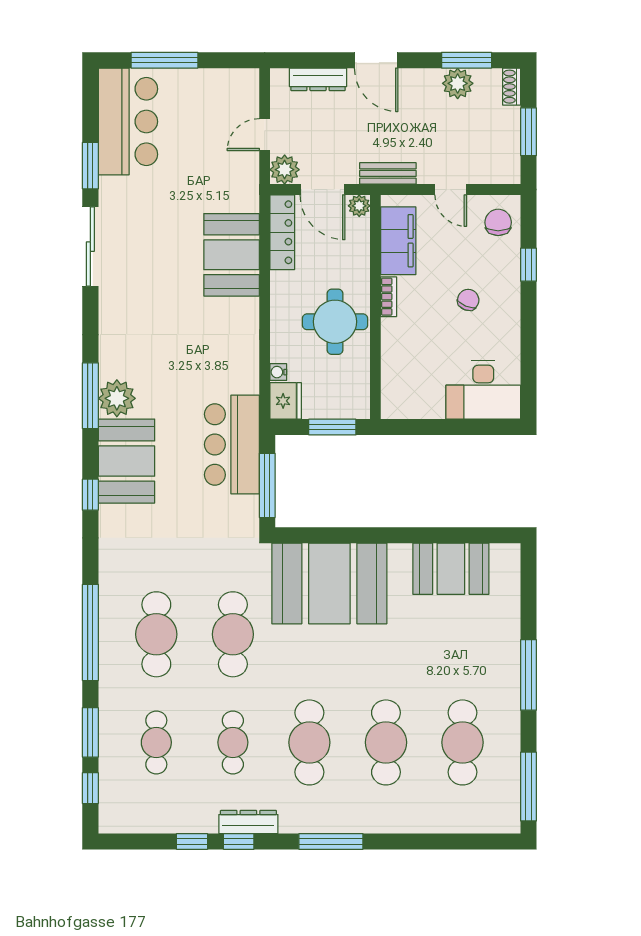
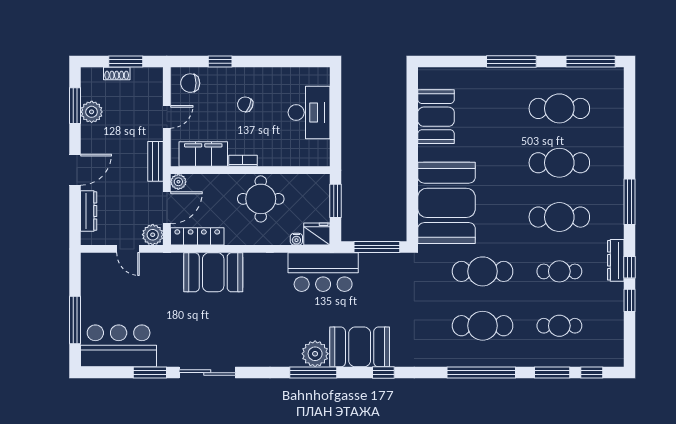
shoe rack: (512, 87) -> (117, 74), moved
desk: (483, 390) -> (309, 113), moved
bar counter: (232, 444) -> (323, 272), moved

